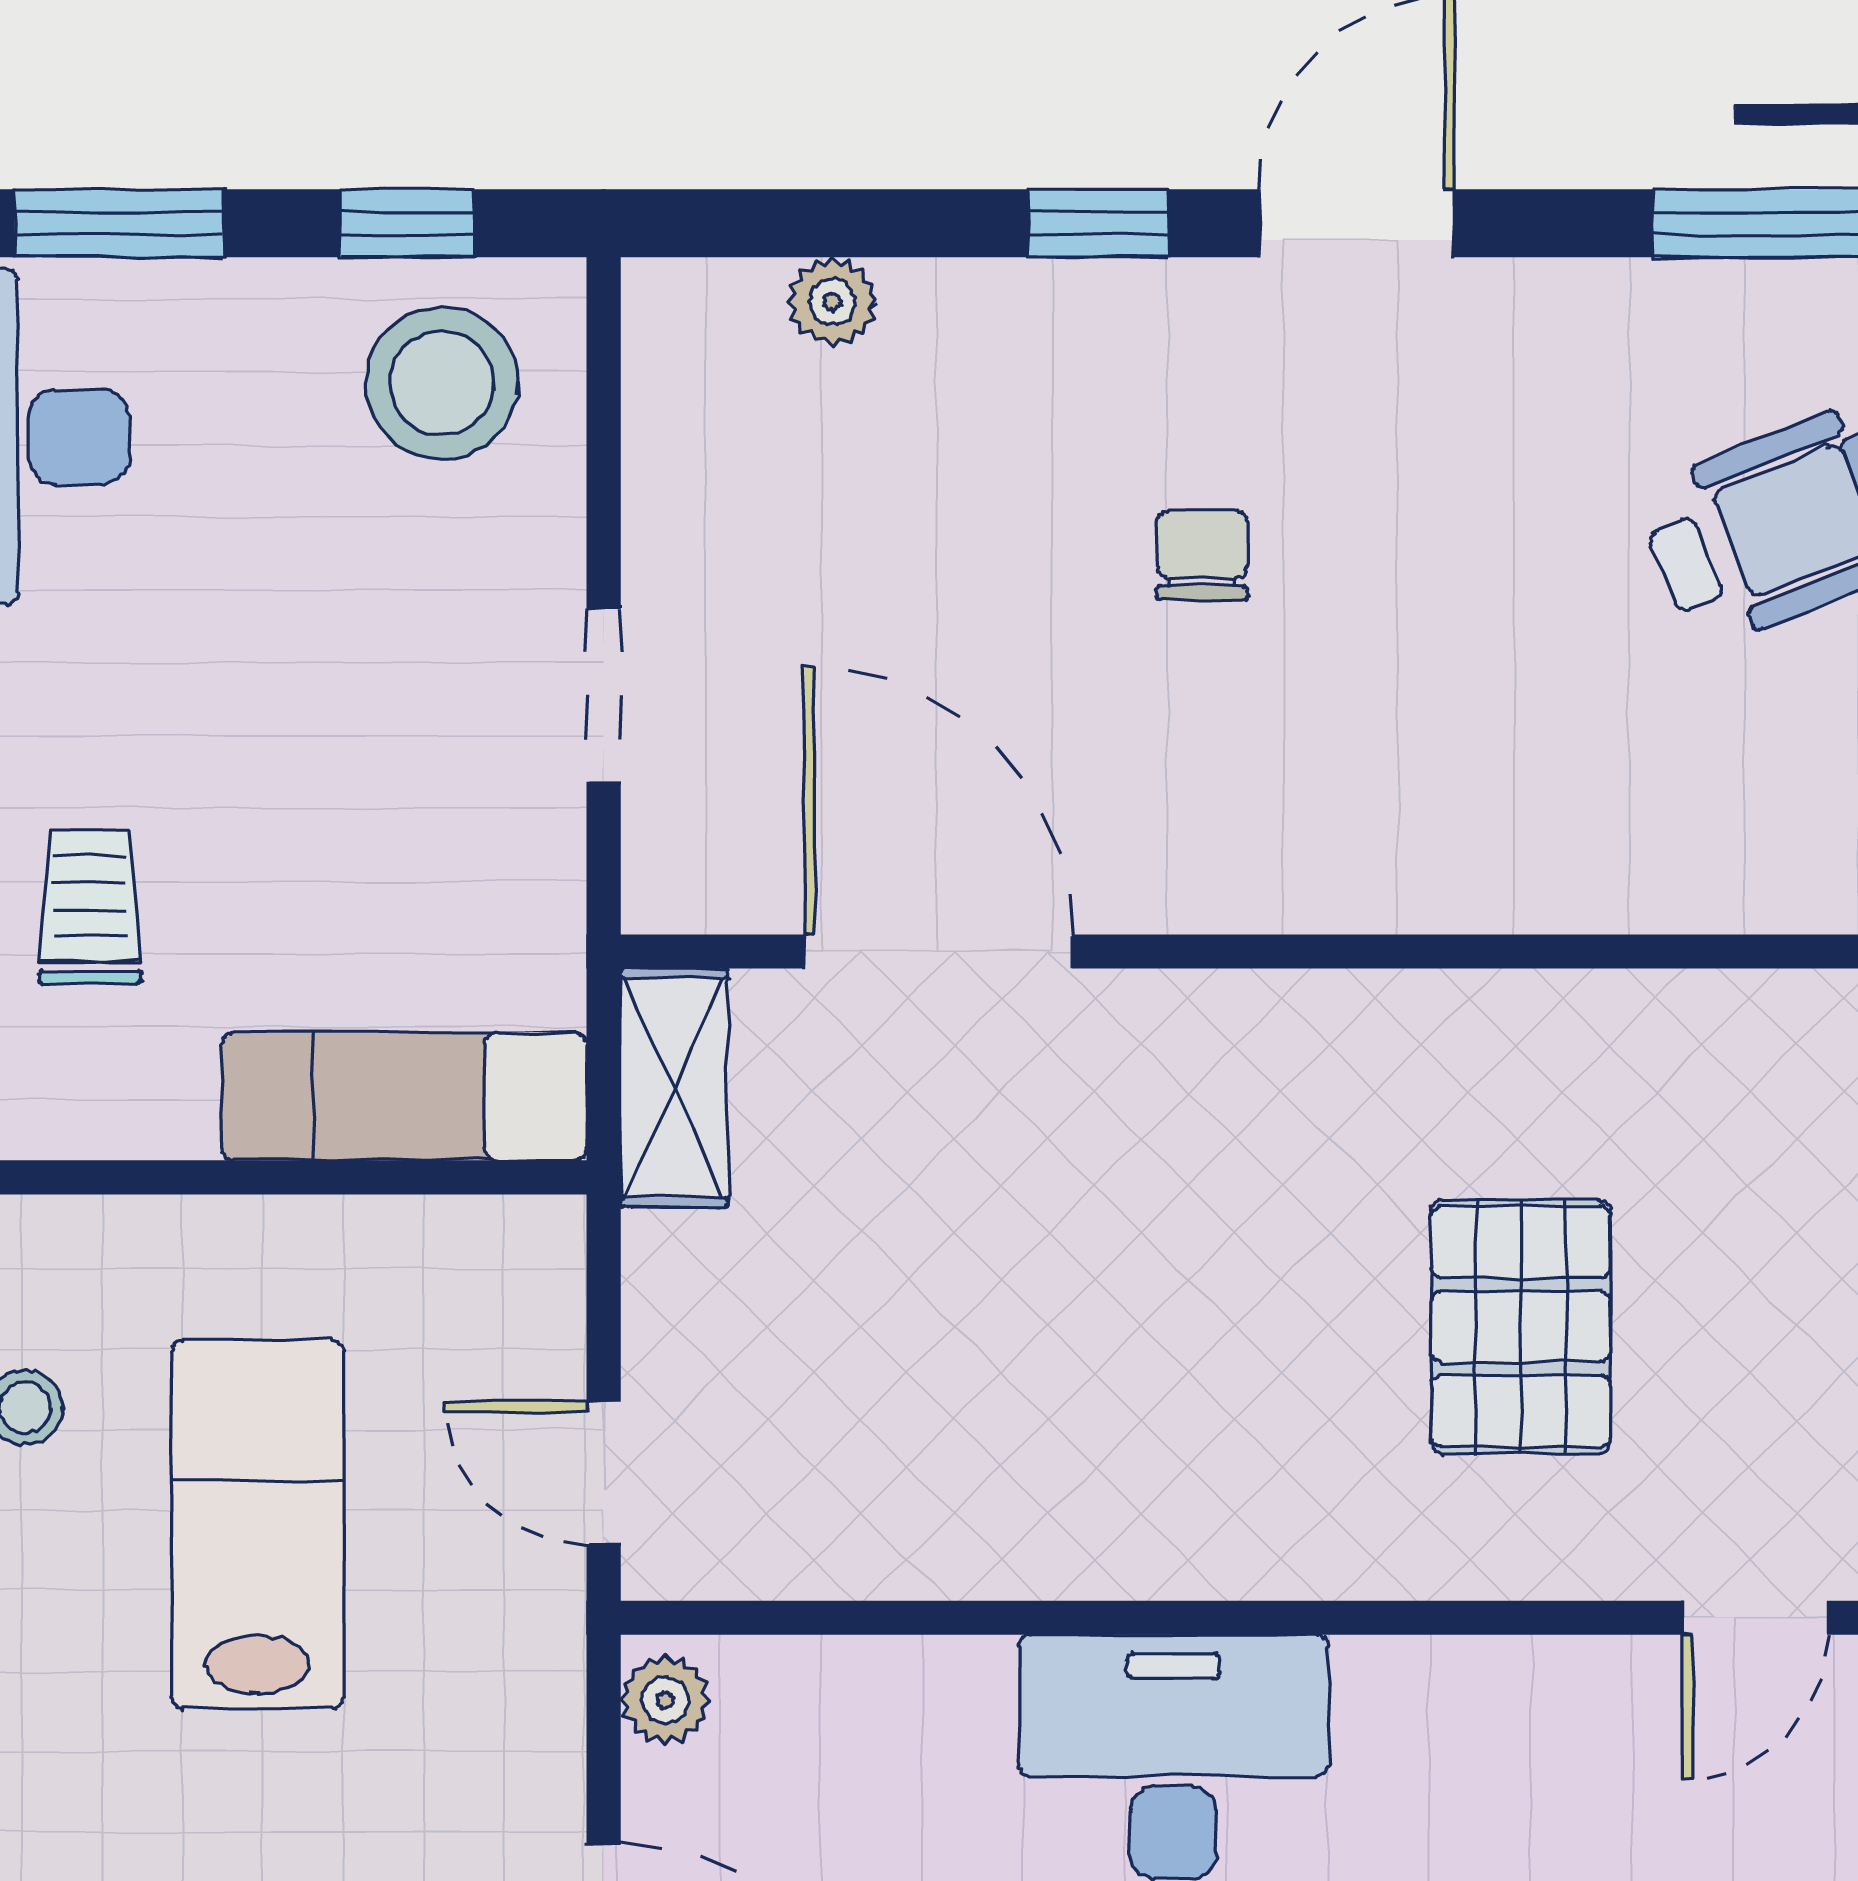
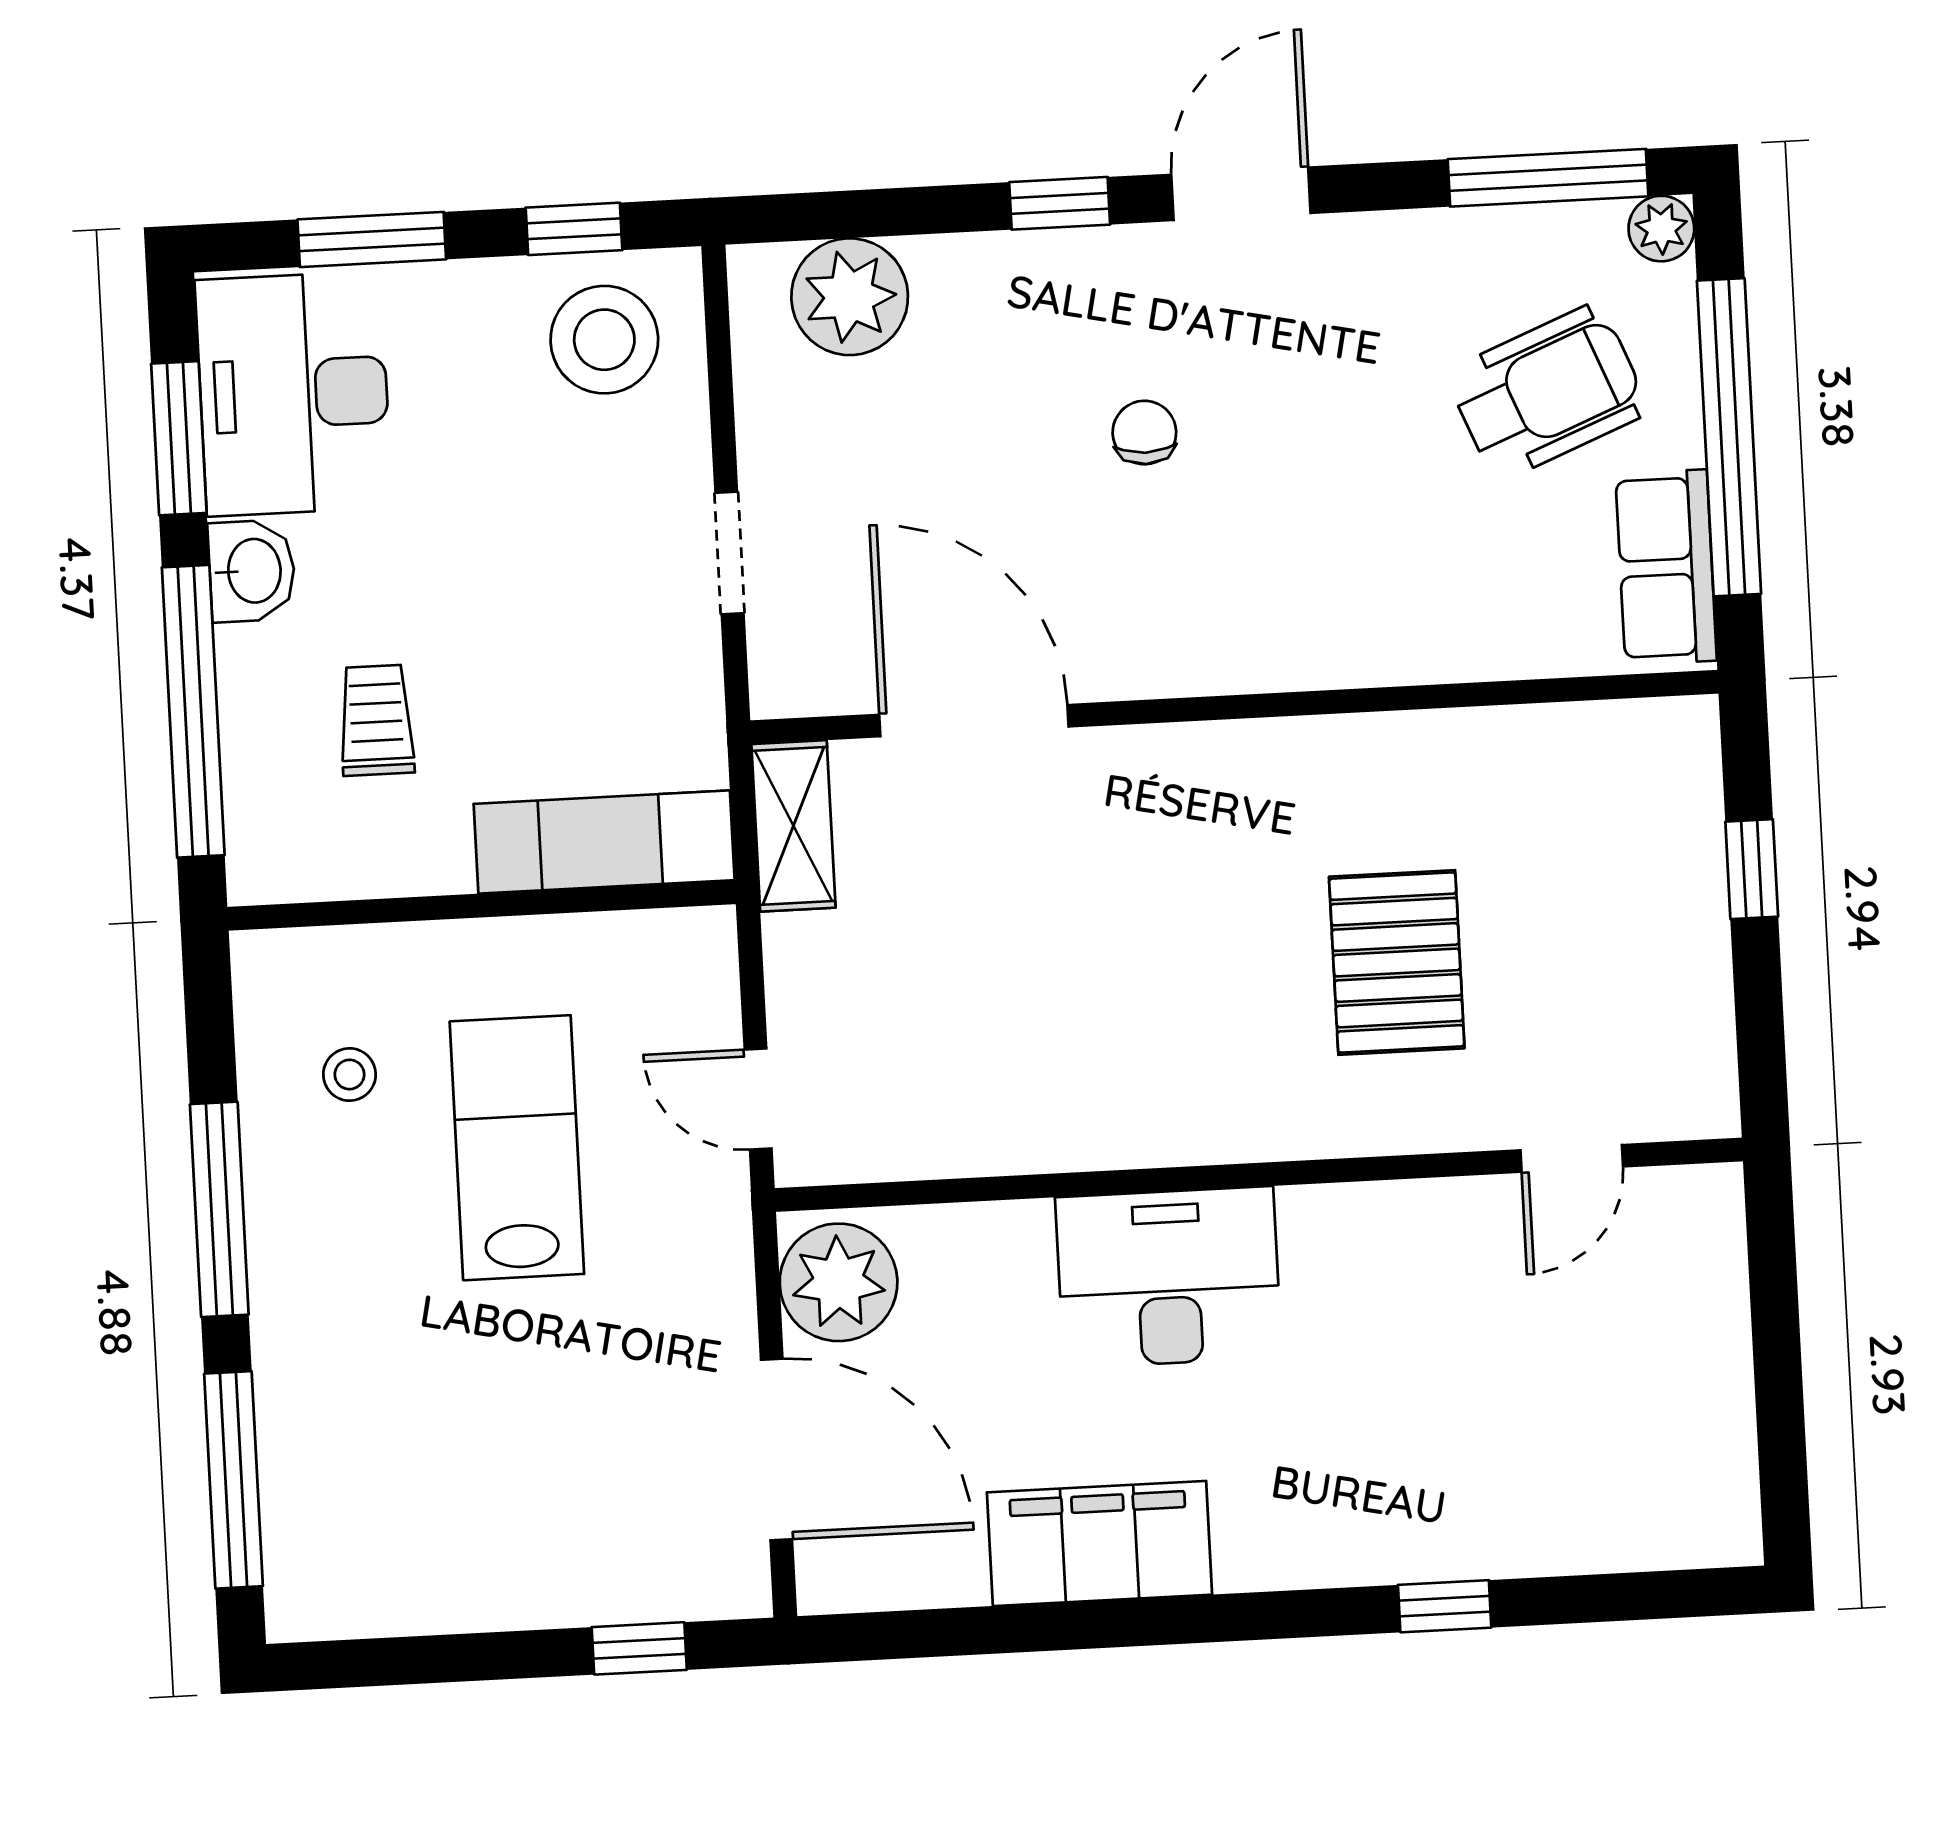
plant: (832, 301) -> (850, 297), width x1.88, depth x1.88
plant: (665, 1700) -> (839, 1282), width x1.88, depth x1.88

